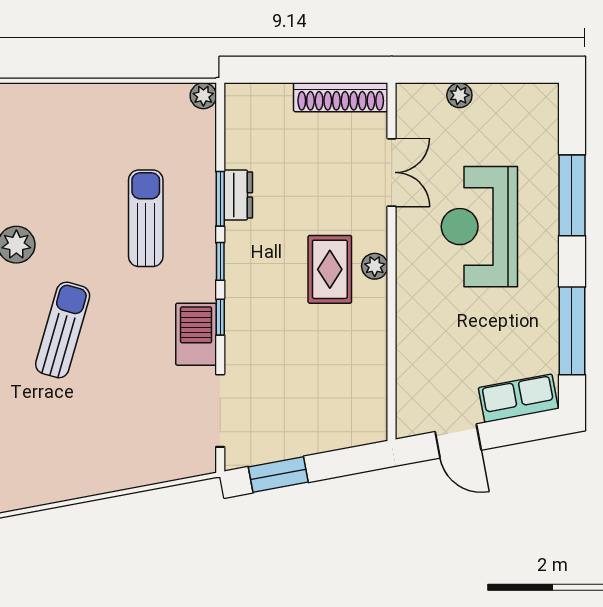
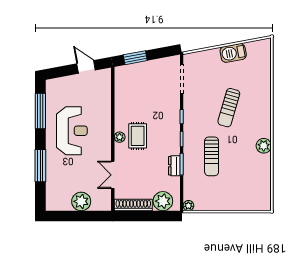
plant: (459, 95) -> (81, 201), width x1.88, depth x1.88
plant: (267, 107) -> (163, 201), added
reception desk: (479, 227) -> (72, 131), moved
sun lounger: (63, 330) -> (229, 108), moved
barbecue: (196, 334) -> (233, 53), moved, turned 79
row of seats: (518, 398) -> (62, 84), removed
window: (278, 475) -> (135, 58), moved

